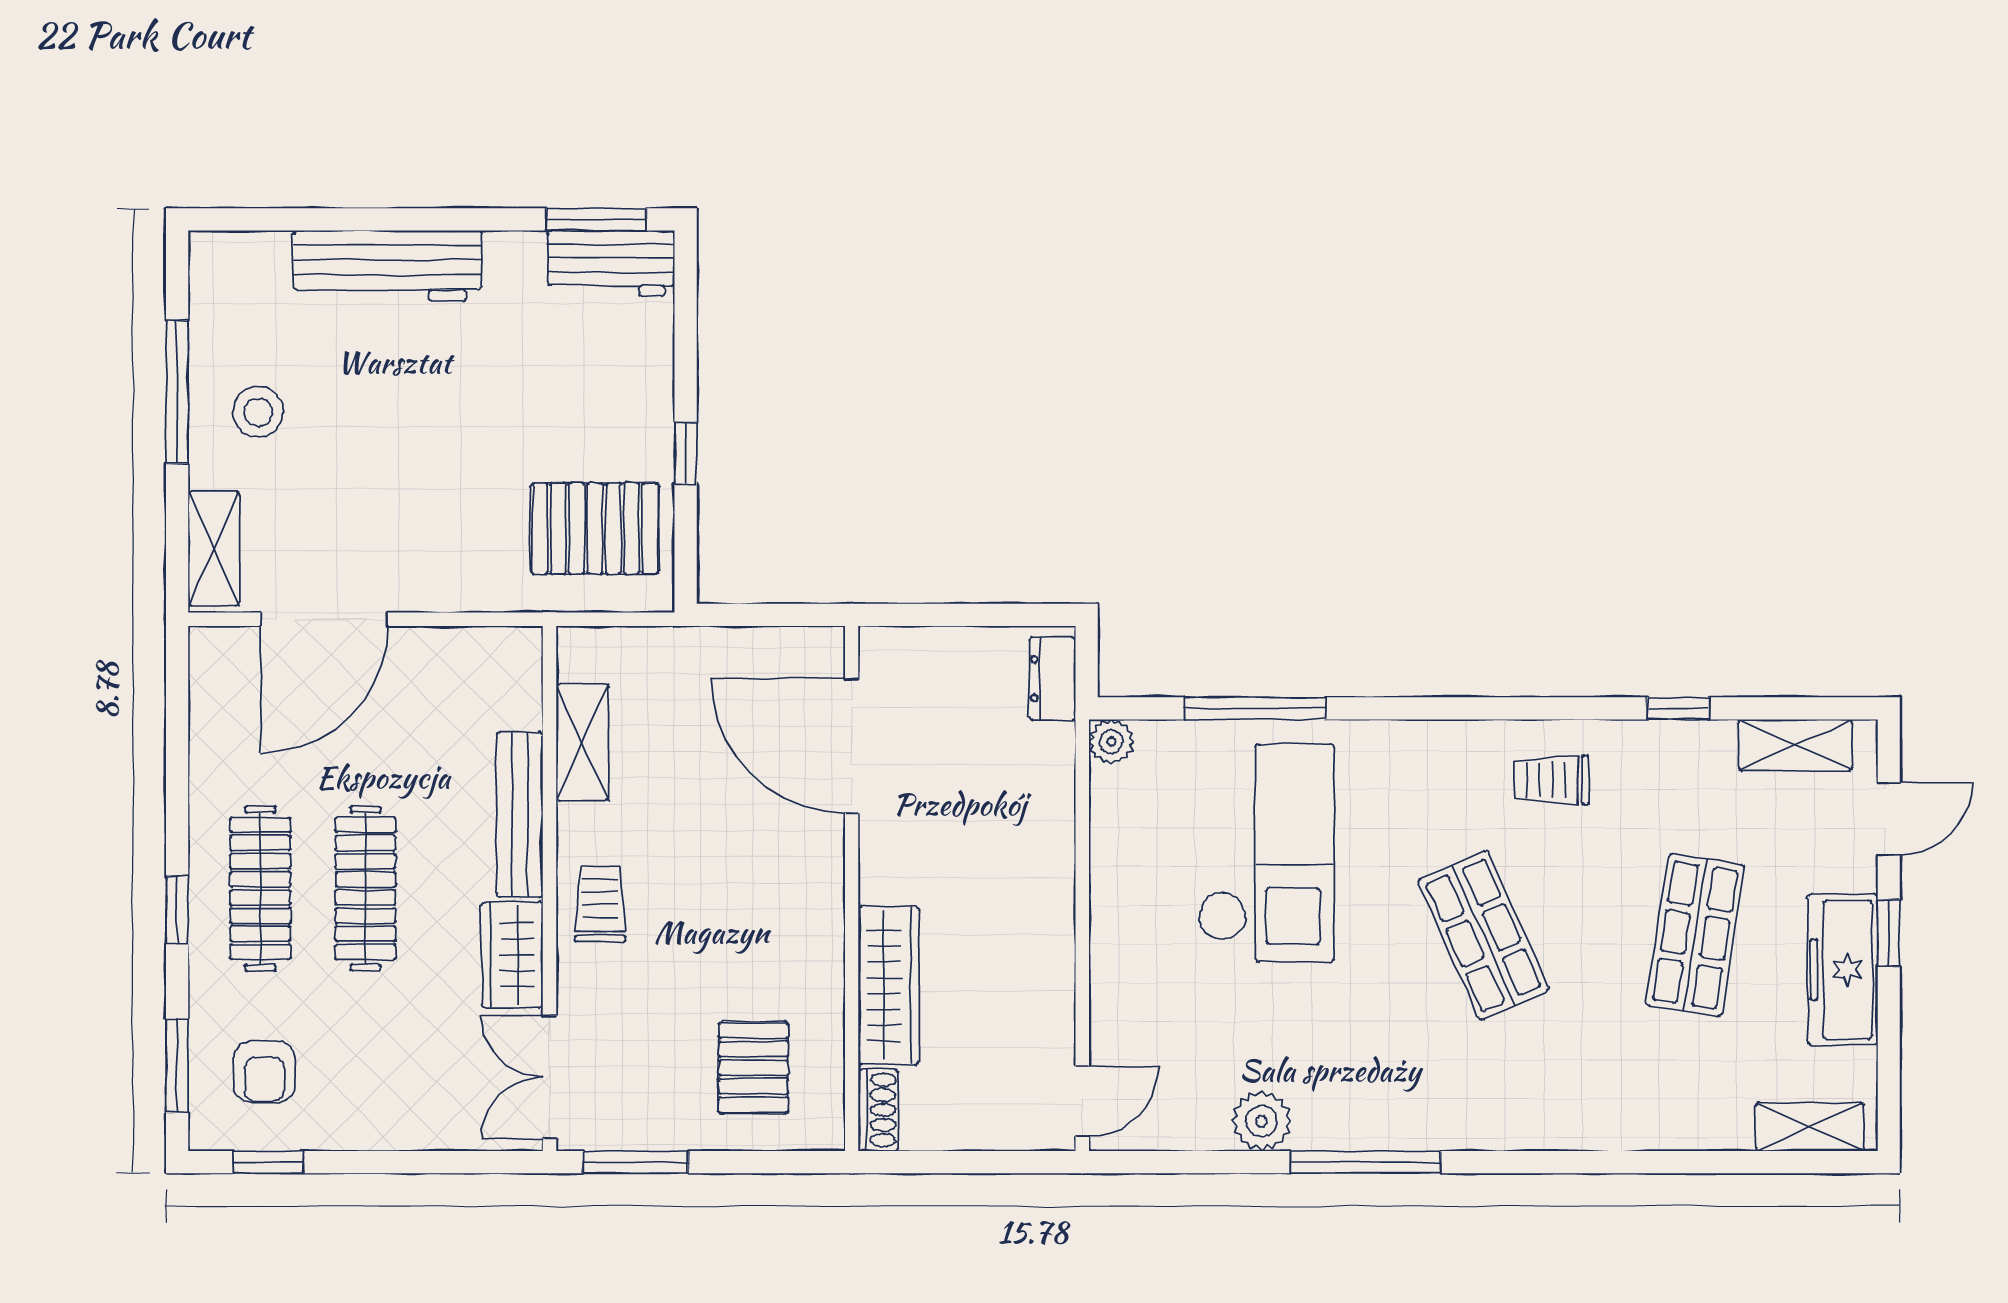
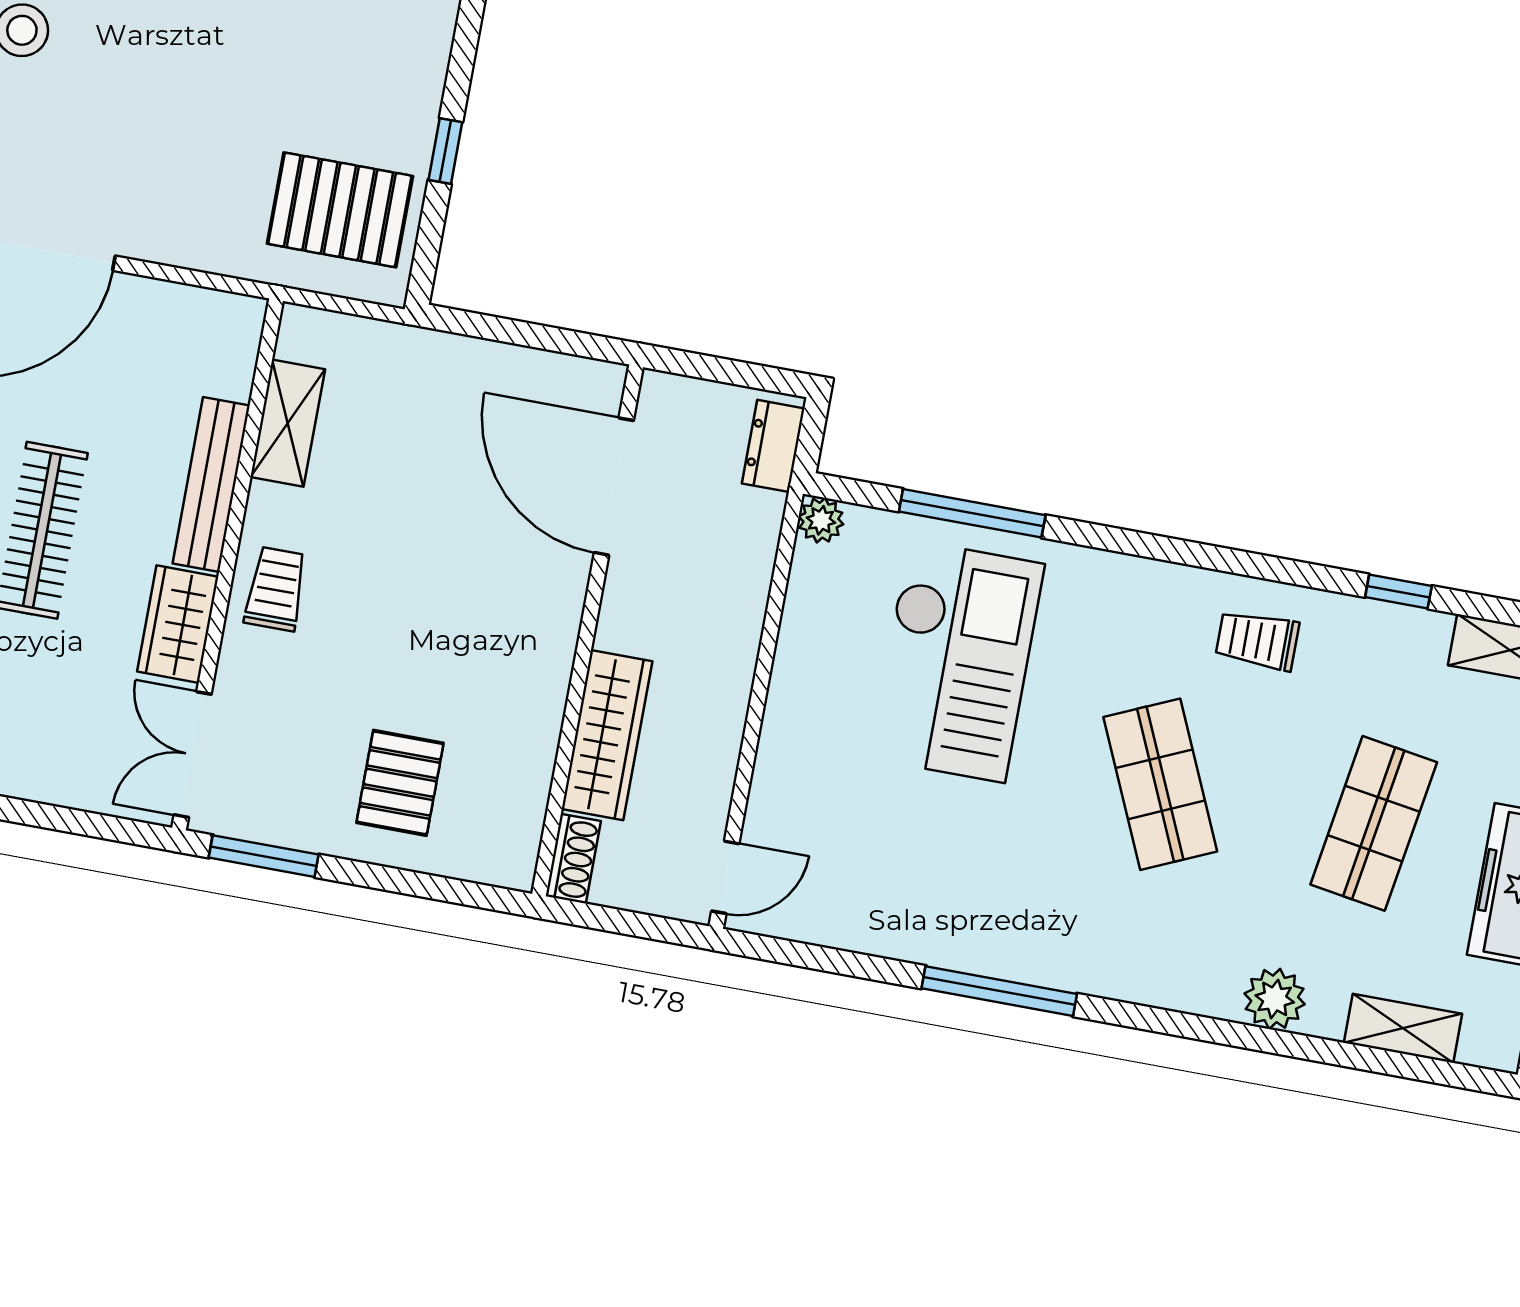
door: (852, 746) -> (614, 487), moved
wall: (852, 888) -> (587, 630), moved
wardrobe: (889, 985) -> (607, 735), moved
shoe rack: (878, 1110) -> (573, 859), moved
plant: (1261, 1121) -> (1275, 999), moved
shelving: (1810, 1127) -> (1403, 1028), moved

